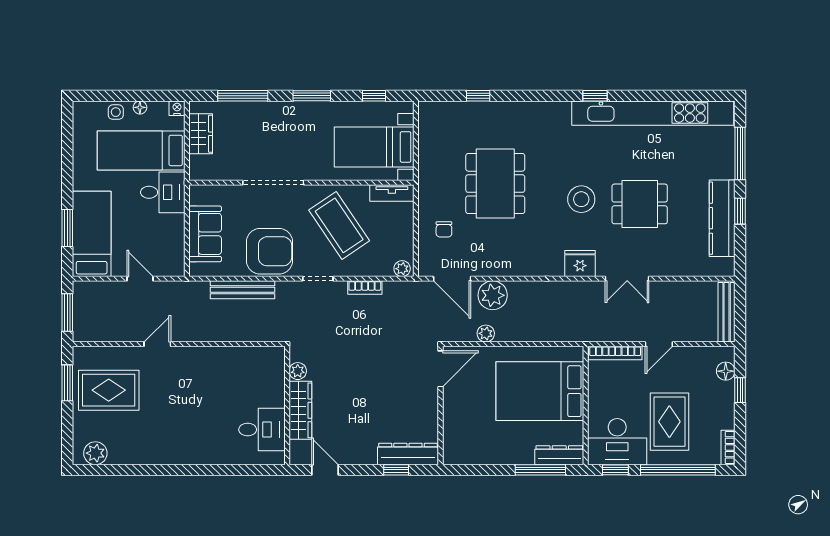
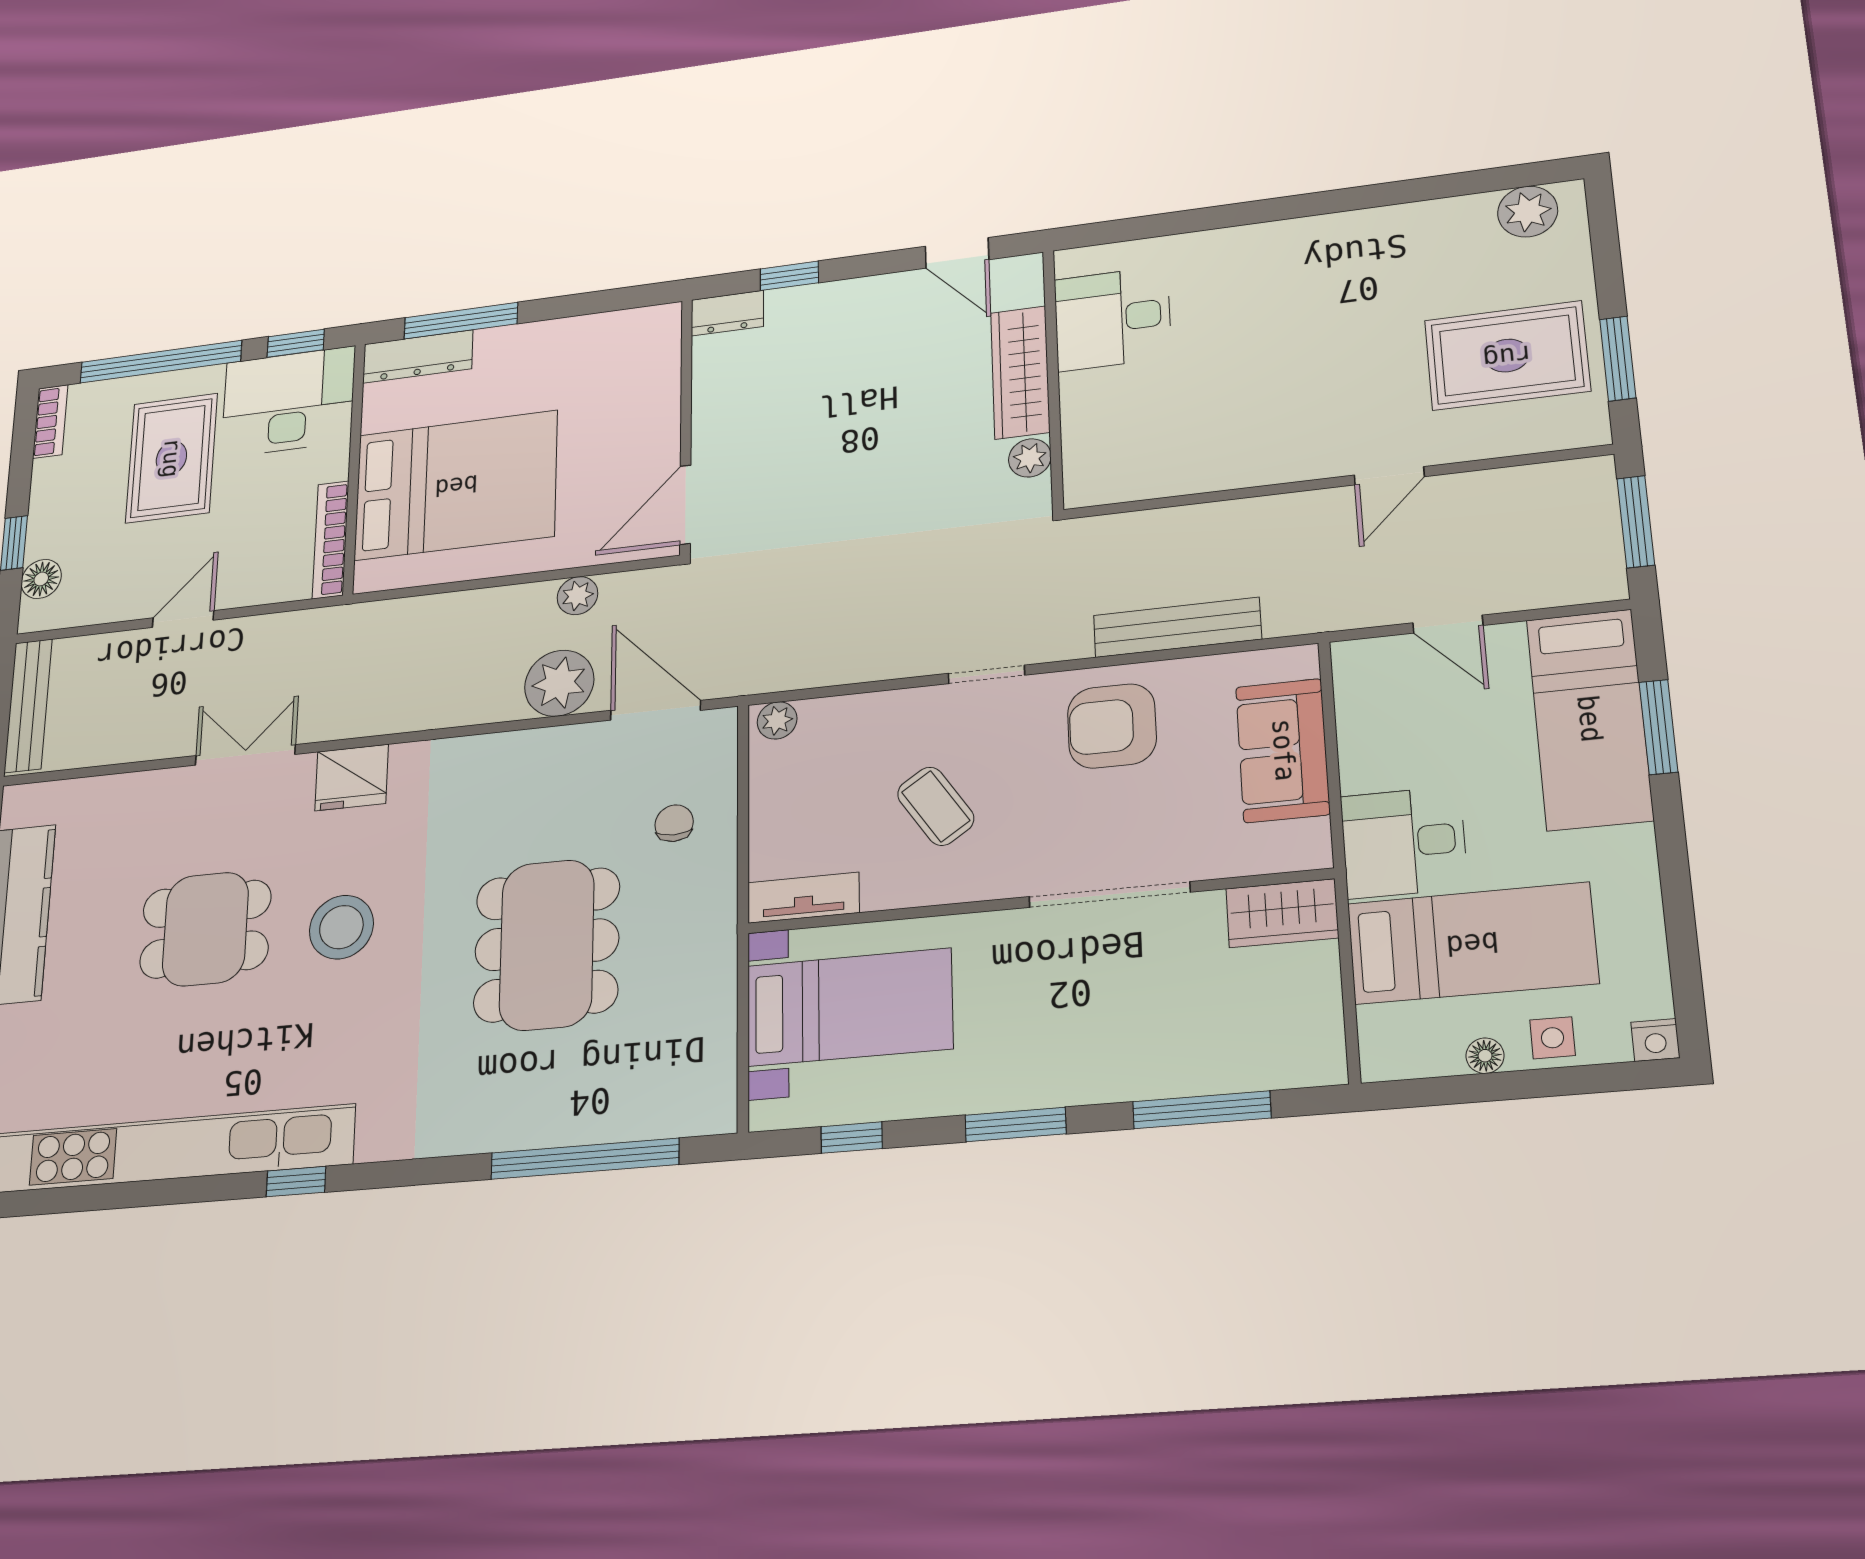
window: (478, 96) -> (585, 1159), width x3.17
nightstand: (177, 108) -> (1655, 1040), moved
wardrobe: (201, 134) -> (1282, 913), moved, turned -90
coffee table: (339, 225) -> (936, 806), width x0.54, depth x0.58
armchair: (270, 251) -> (1112, 726), width x0.73, depth x0.73
bookcase: (365, 288) -> (869, 667), removed
bookcase: (615, 353) -> (331, 540), moved, turned -90
dresser: (408, 454) -> (727, 313), width x0.51, depth x0.80

